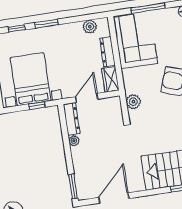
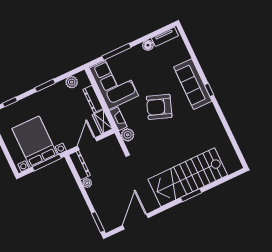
window: (46, 24) -> (45, 85), moved
fireplace: (128, 81) -> (118, 119), added
window: (37, 106) -> (47, 163), width x2.17

